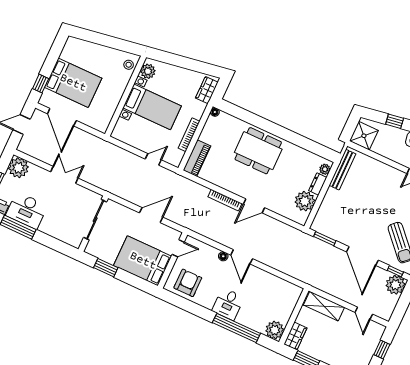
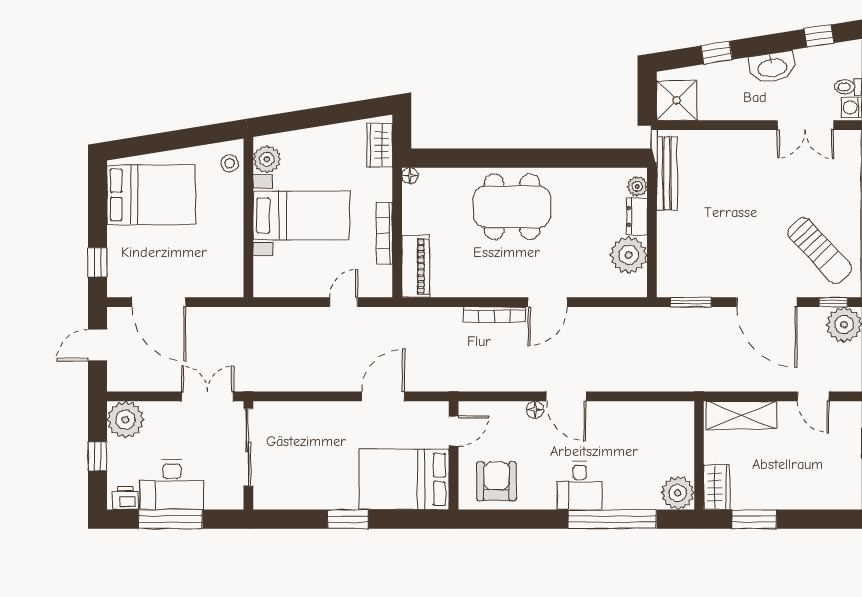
bed: (73, 83) -> (151, 195), moved
sliding door: (95, 220) -> (248, 447), moved
wall: (93, 224) -> (248, 455), moved

